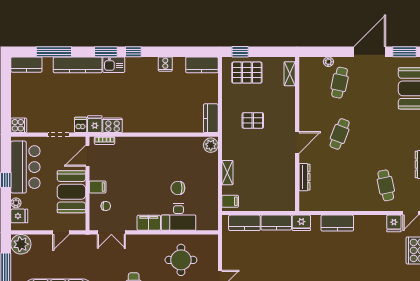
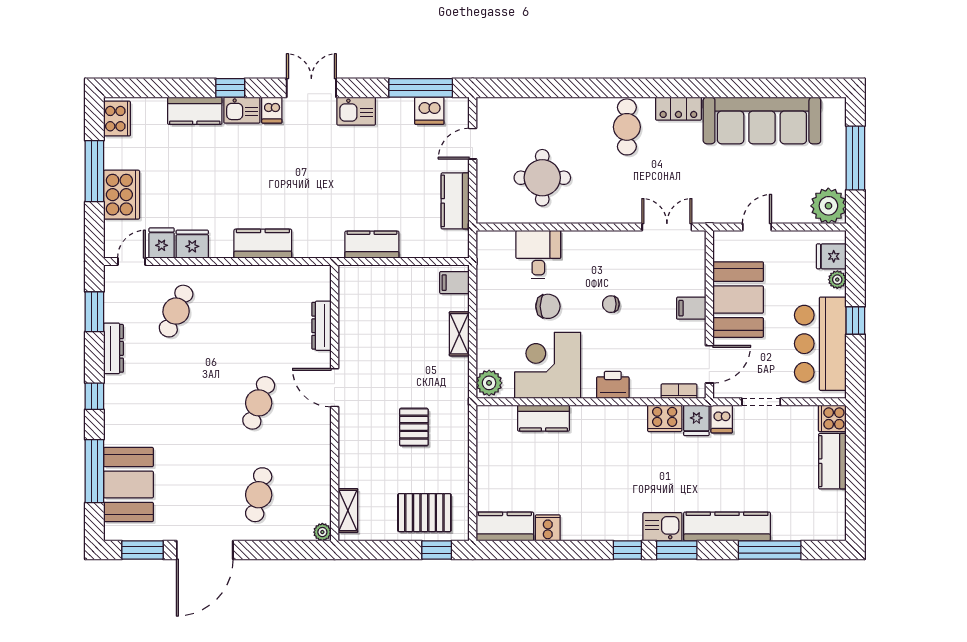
plant: (328, 62) -> (322, 532), moved
cooker: (165, 64) -> (548, 528), moved
kitchen counter: (26, 65) -> (832, 461), moved, turned -90
kitchen counter: (211, 118) -> (543, 418), moved, turned 90
pallet: (253, 120) -> (414, 427), turned 90
door: (297, 143) -> (335, 388), hinge flipped
printer: (142, 144) -> (613, 385), added
corner desk: (178, 155) -> (548, 365), added
cafe table: (386, 185) -> (176, 311), turned 36
chair: (106, 206) -> (611, 304), moved
desk: (179, 217) -> (538, 255), width x0.73
filing cabinet: (149, 223) -> (600, 244), removed
kitchen counter: (244, 223) -> (455, 201), moved, turned -90
fridge: (301, 223) -> (192, 244), moved

